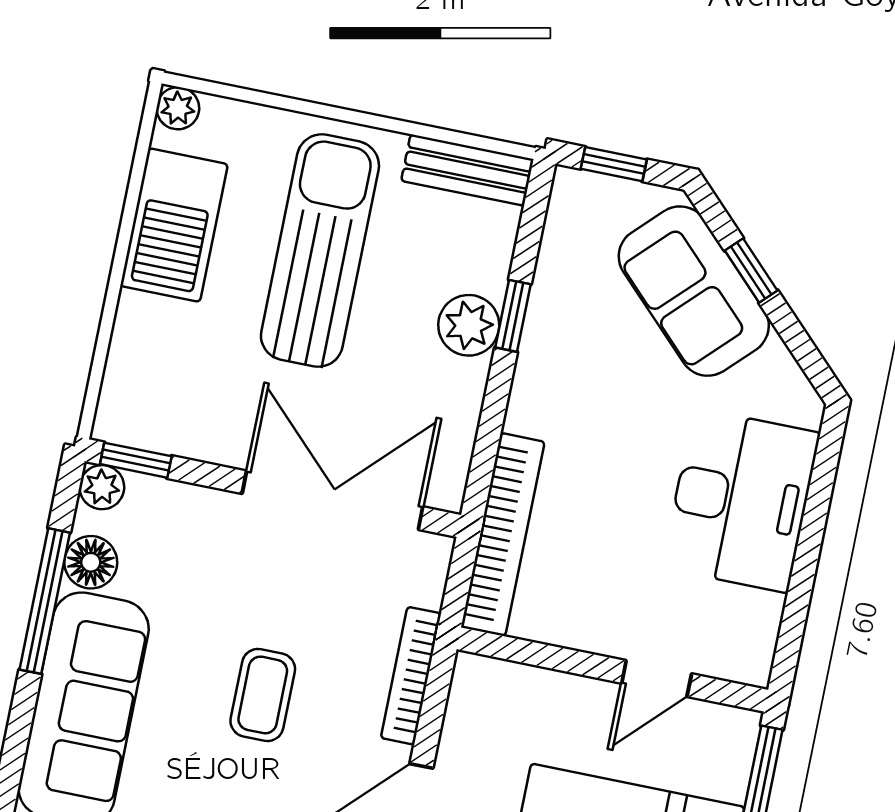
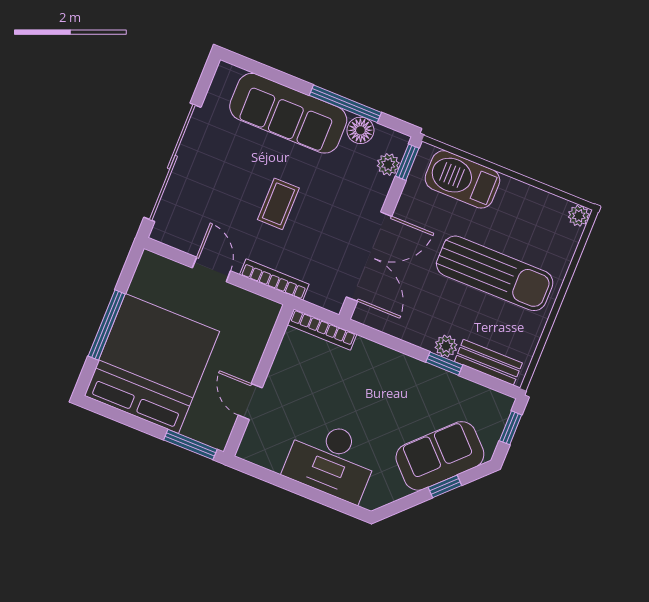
bench: (467, 170) -> (488, 362), moved, turned 90
barbecue: (174, 225) -> (462, 179), moved
plant: (469, 325) -> (446, 346), width x0.73, depth x0.73
plant: (102, 487) -> (388, 164), moved
bookcase: (503, 535) -> (322, 330), width x0.68, depth x0.76
coffee table: (263, 695) -> (278, 204), turned 90

